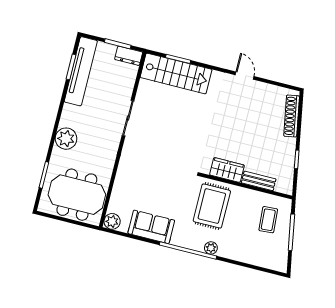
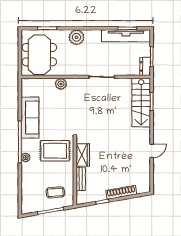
shoe rack: (292, 116) -> (121, 192), moved
plant: (112, 221) -> (61, 84), moved
sofa: (151, 227) -> (30, 118), width x1.36

